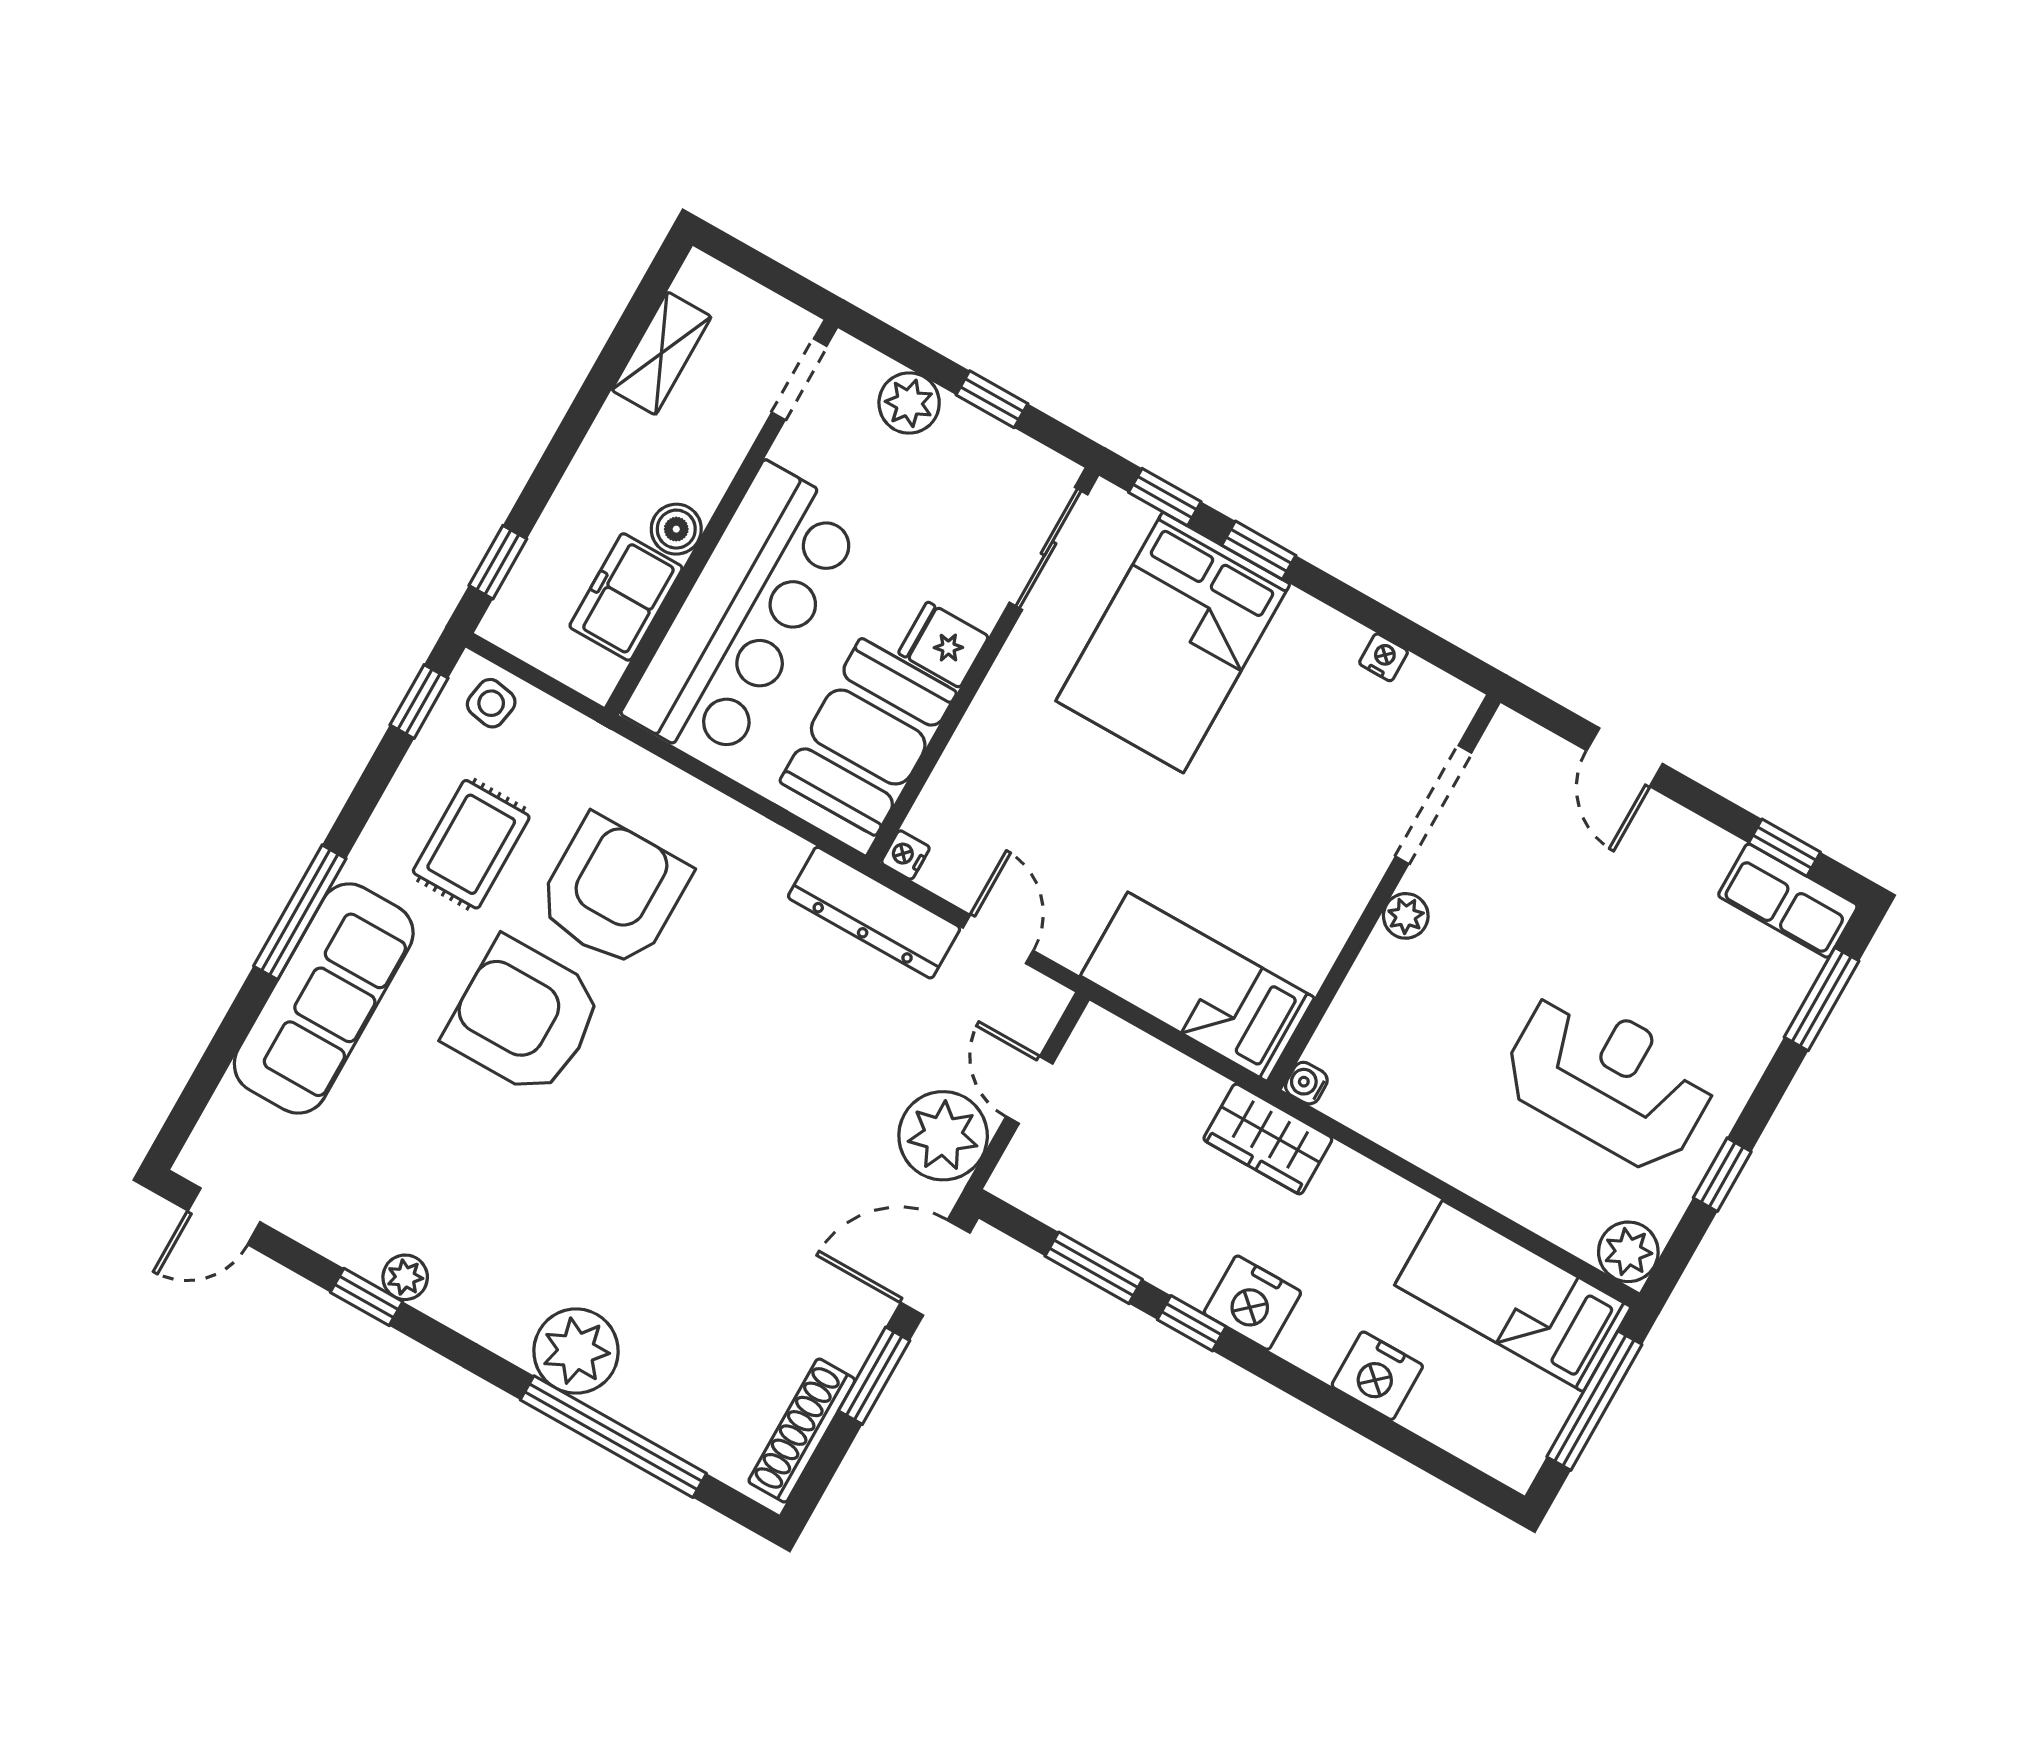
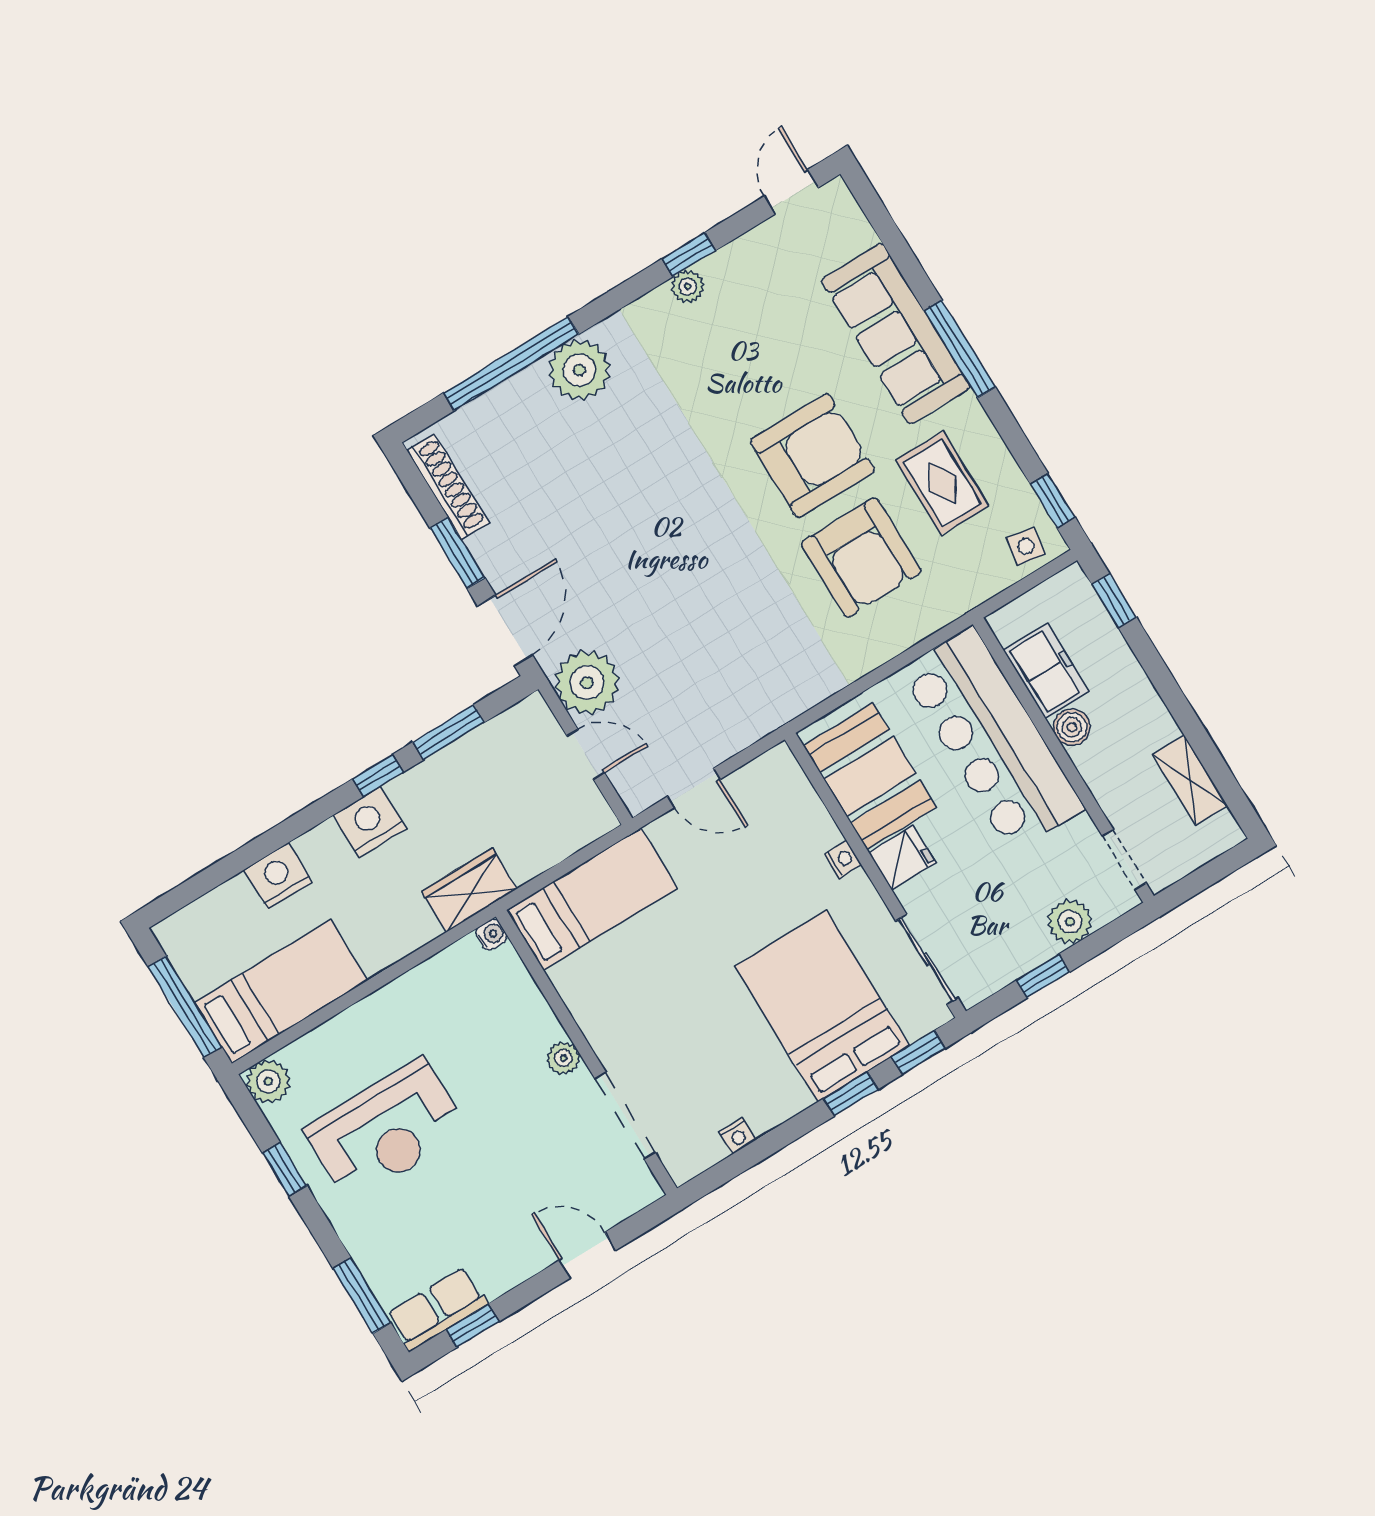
nightstand: (905, 855) -> (843, 859), moved
dresser: (874, 913) -> (755, 718), removed

